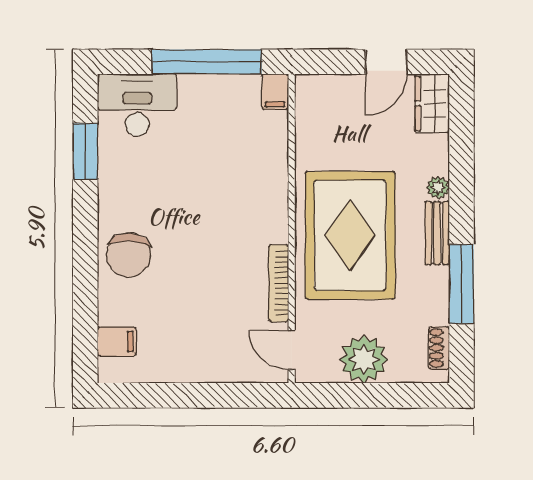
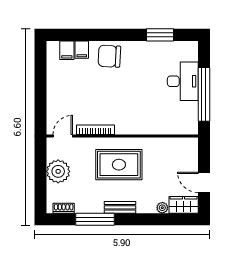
filing cabinet: (275, 92) -> (82, 50), moved, turned -90
desk: (137, 105) -> (183, 81), moved
plant: (438, 187) -> (162, 208), moved
rug: (350, 235) -> (119, 165), width x0.73, depth x0.69

